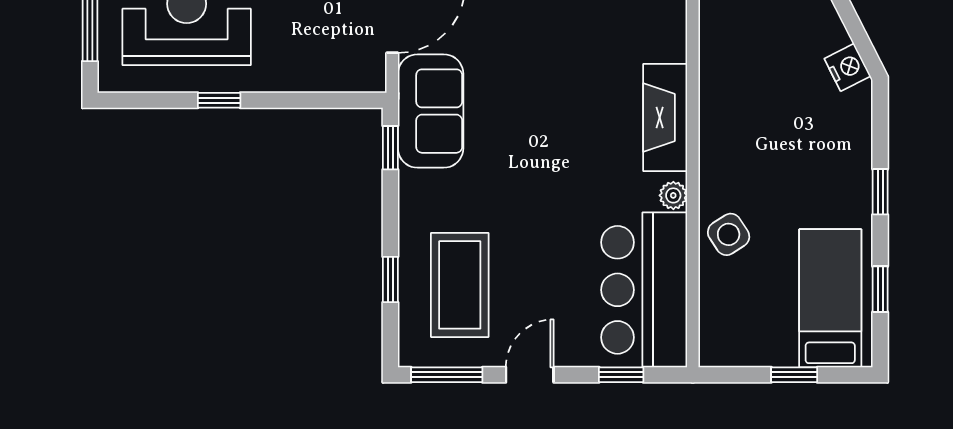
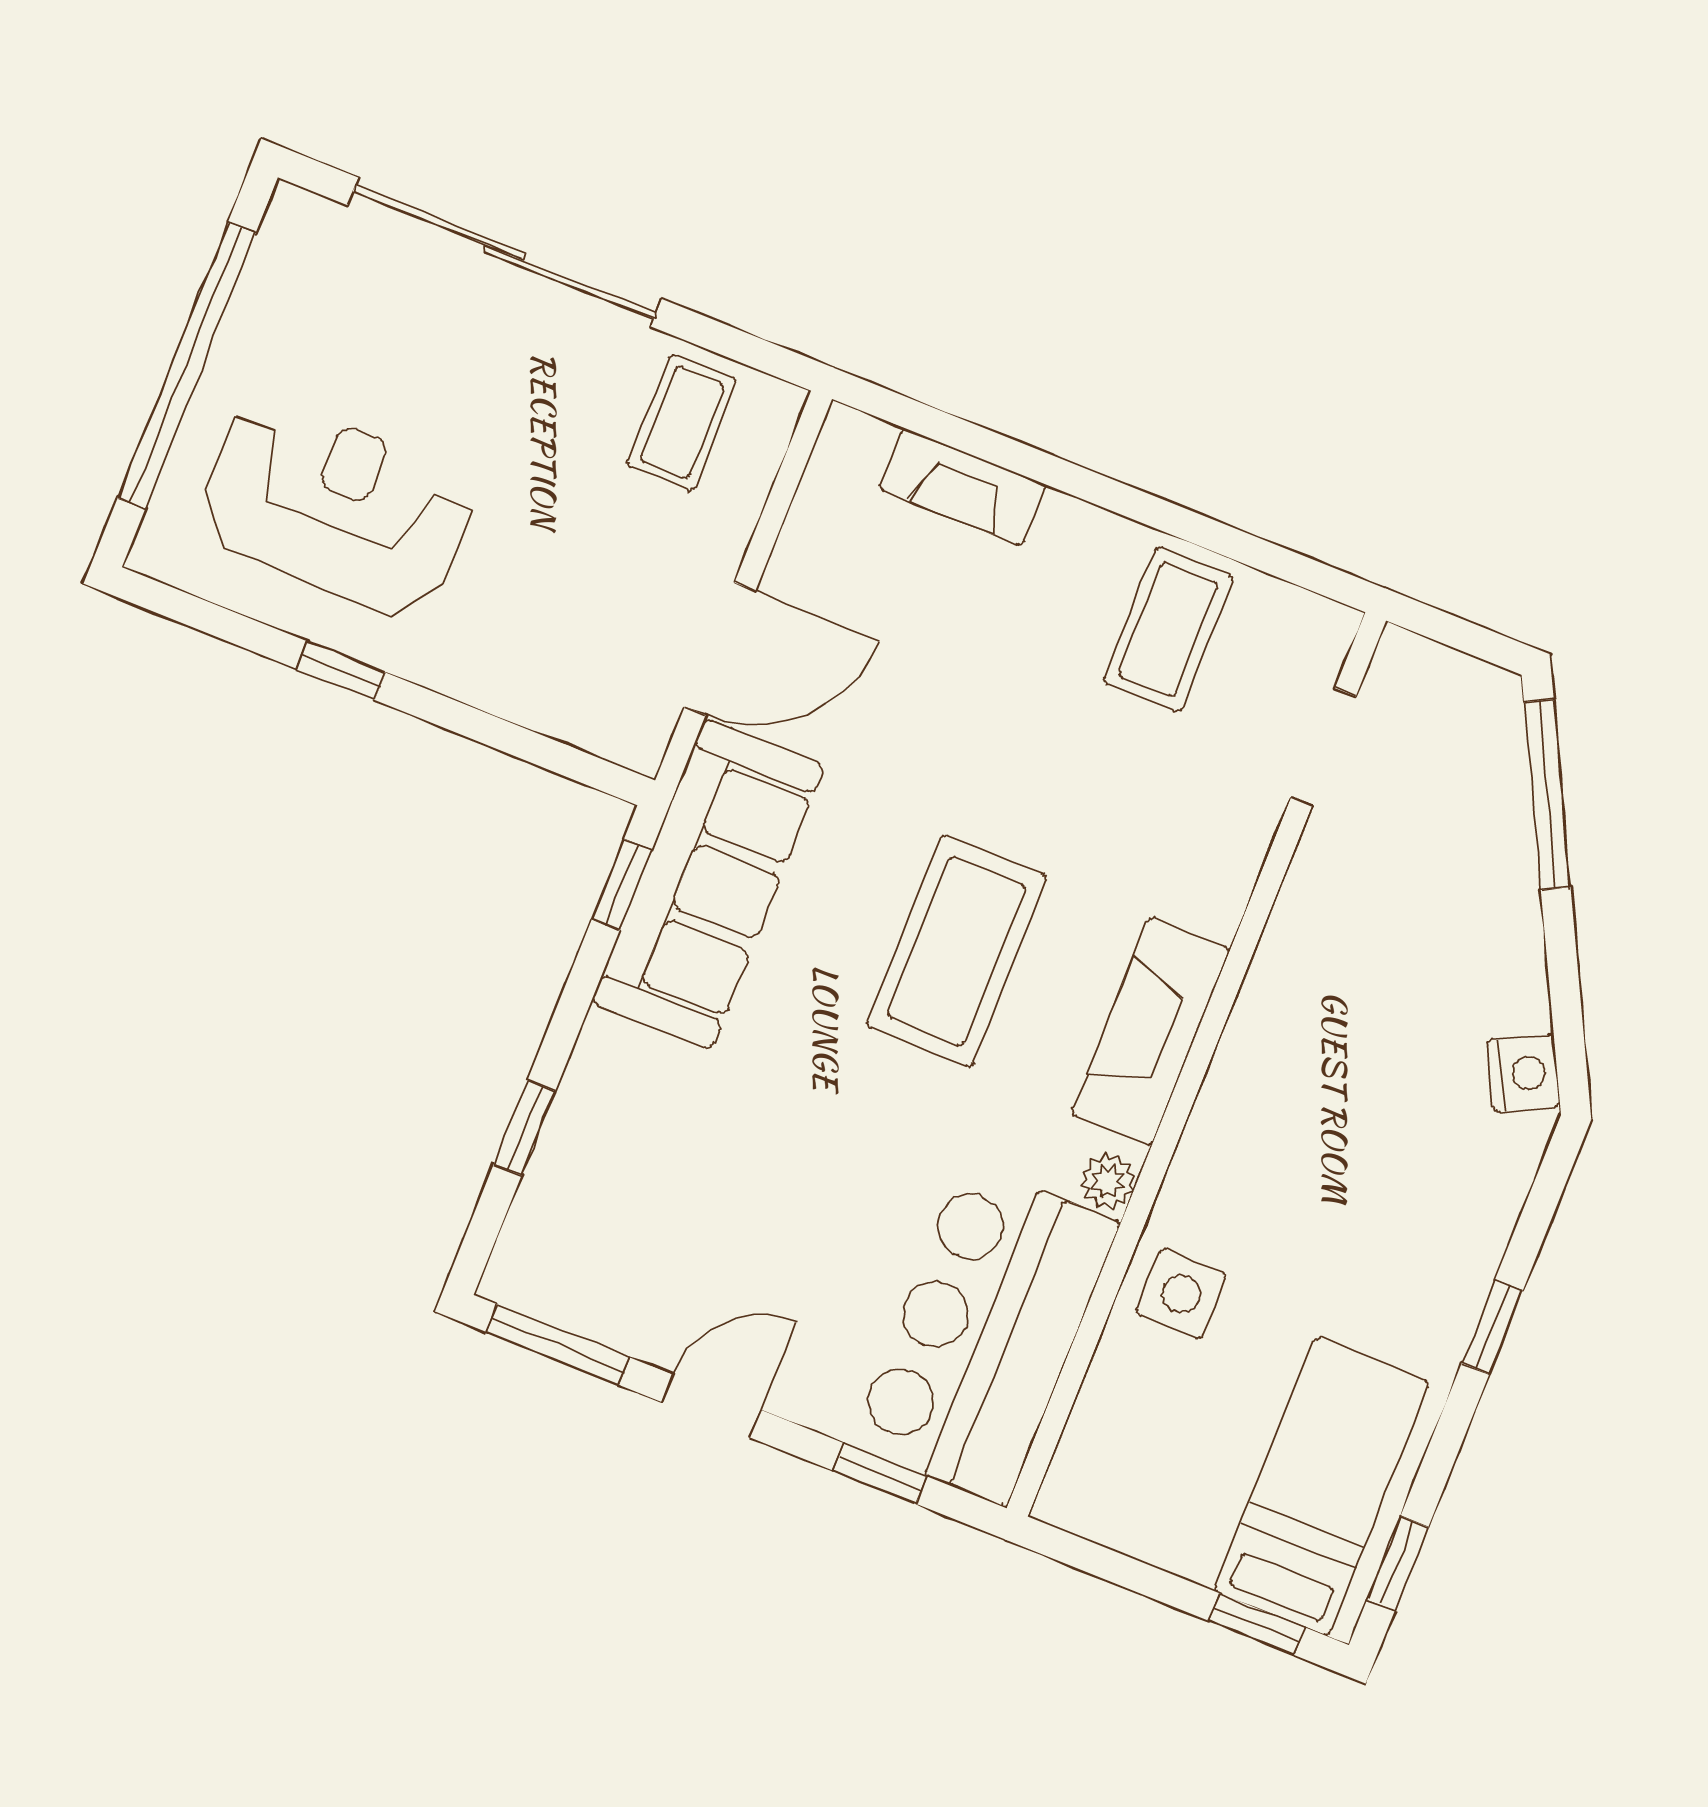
sofa: (431, 111) -> (708, 884), width x1.36
side table: (729, 234) -> (1181, 1294), turned 33
coffee table: (460, 285) -> (957, 951), moved
window: (880, 289) -> (1398, 1563), moved
window: (794, 375) -> (1257, 1624), moved

